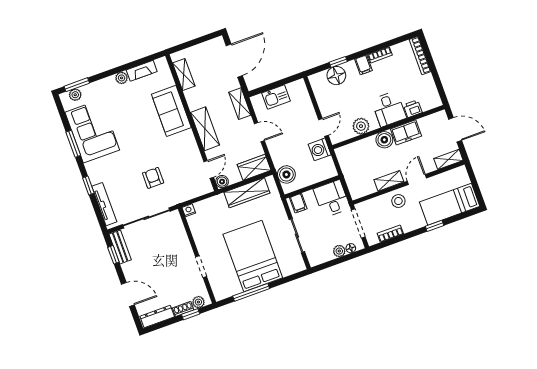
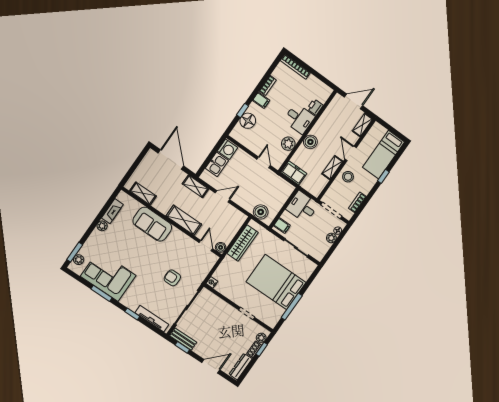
freezer: (406, 132) -> (294, 173), moved, turned -90
washing machine: (320, 149) -> (228, 149), moved, turned -90
wardrobe: (254, 167) -> (236, 223), removed

